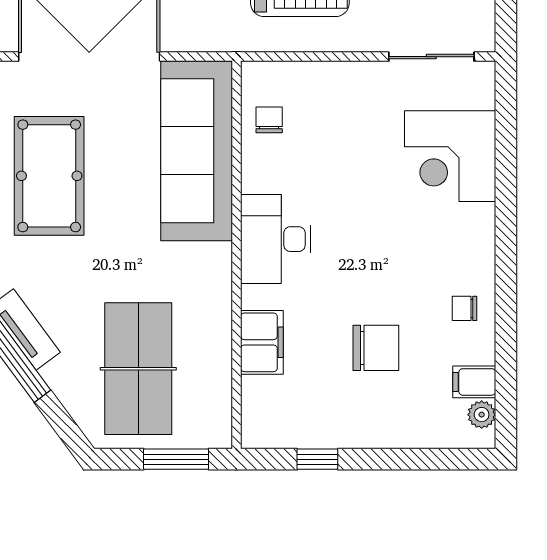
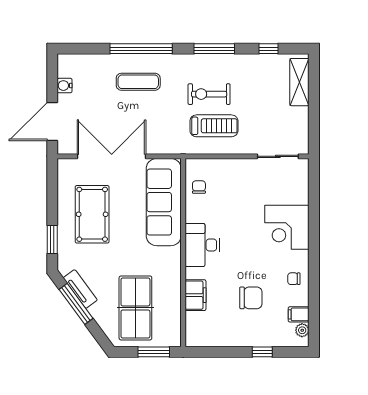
corner desk: (450, 156) -> (287, 227), moved
window: (317, 459) -> (262, 352), moved

